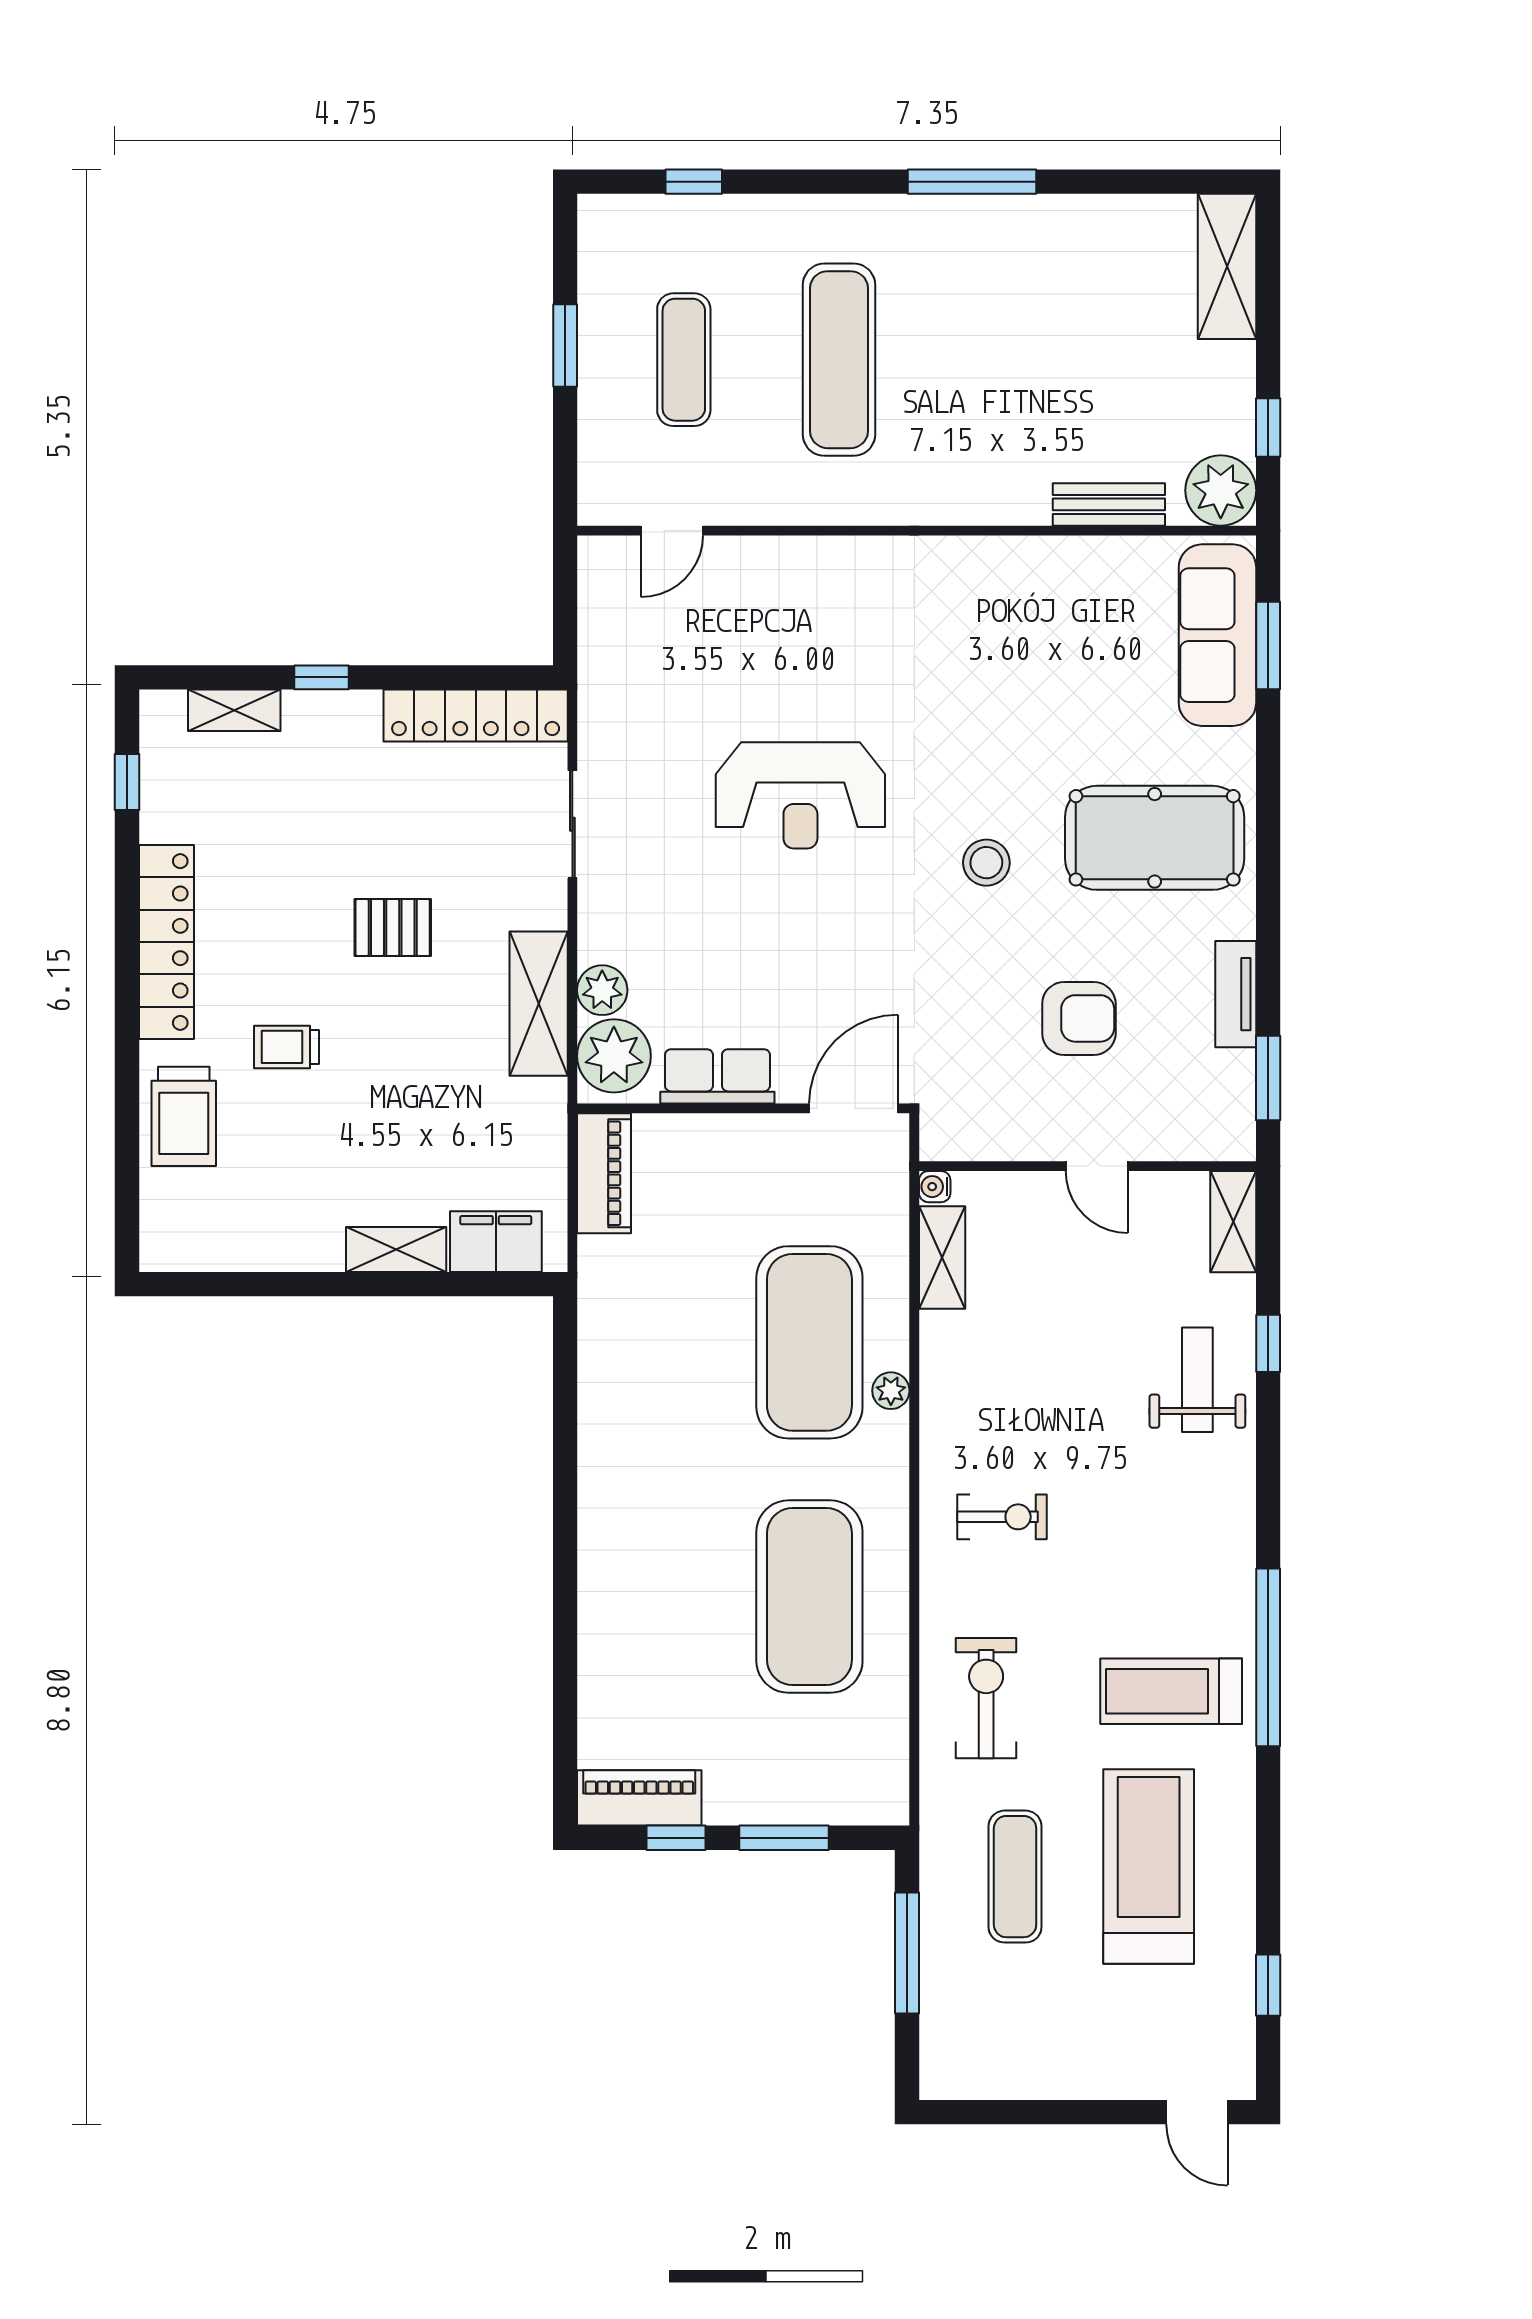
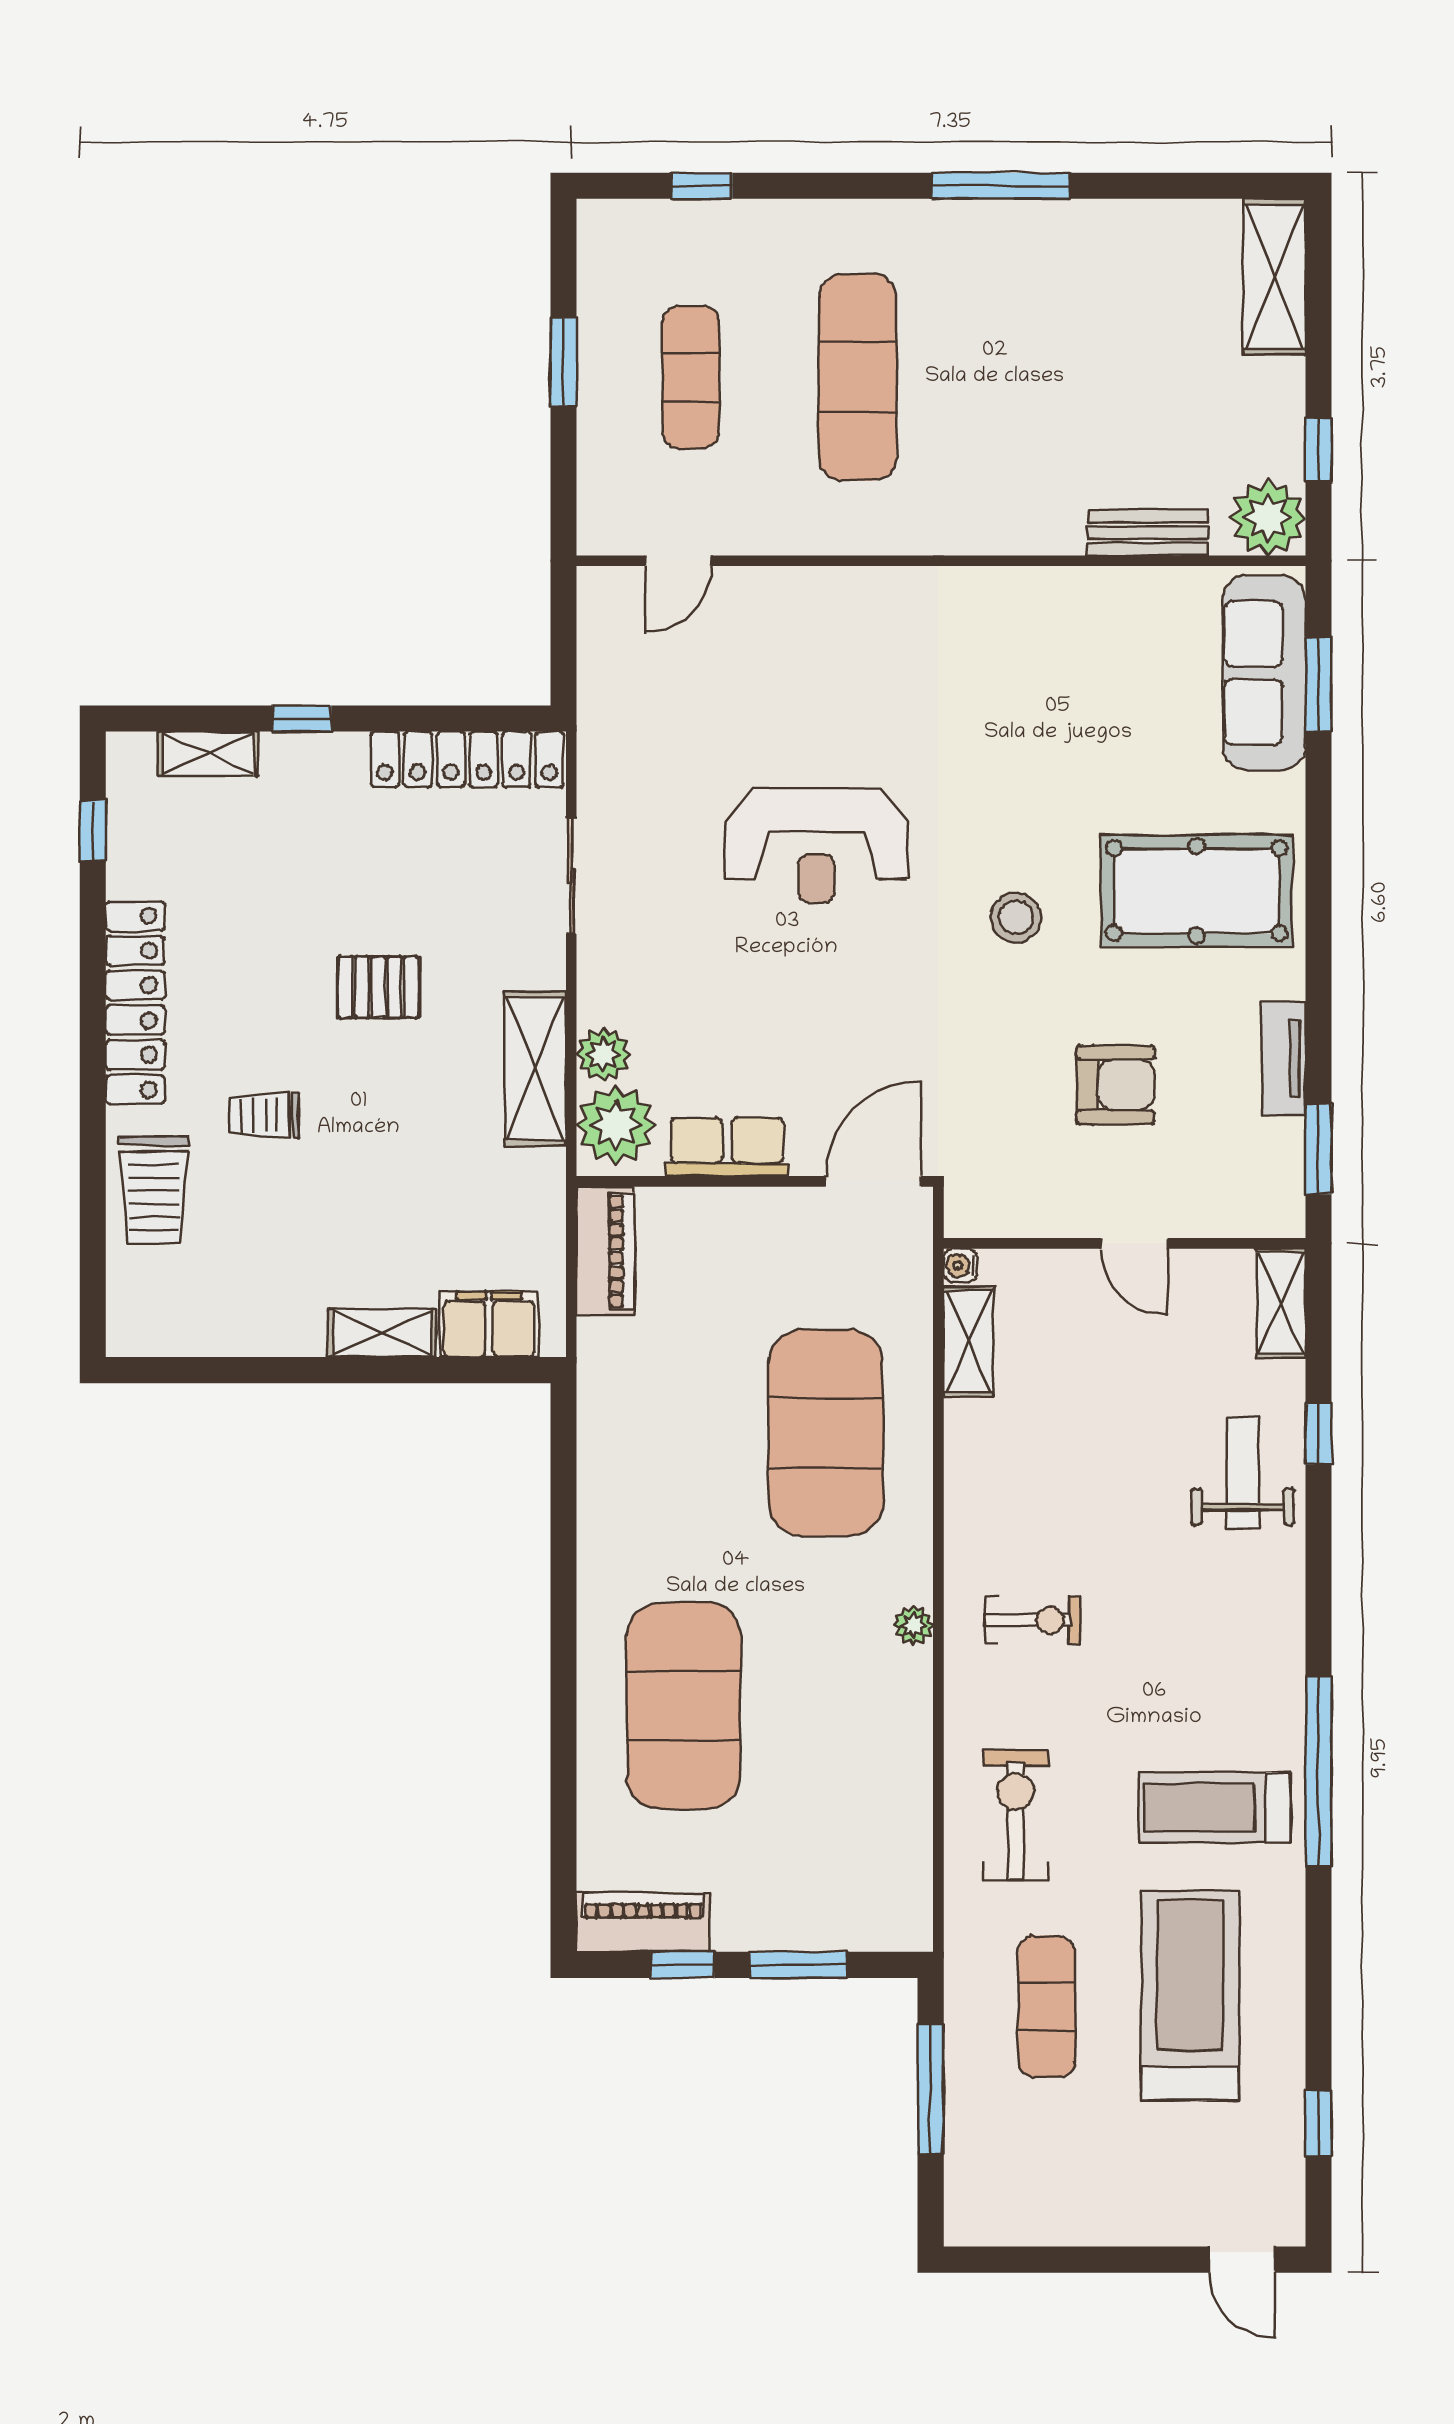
plant: (891, 1391) -> (913, 1625), moved
exercise mat: (809, 1597) -> (684, 1706), moved

